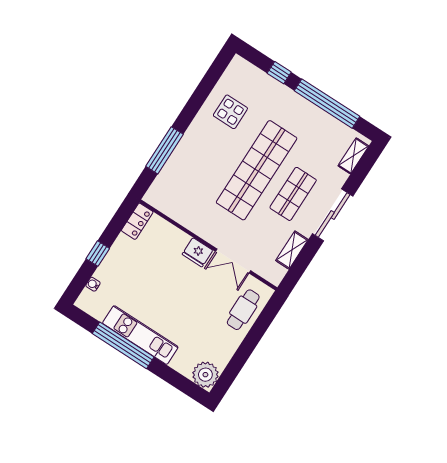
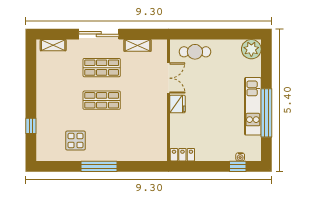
window: (327, 104) -> (31, 83), removed
window: (165, 150) -> (99, 166), moved
shop shelf: (257, 170) -> (102, 100), width x0.50, depth x0.74
window: (98, 254) -> (238, 166), moved

